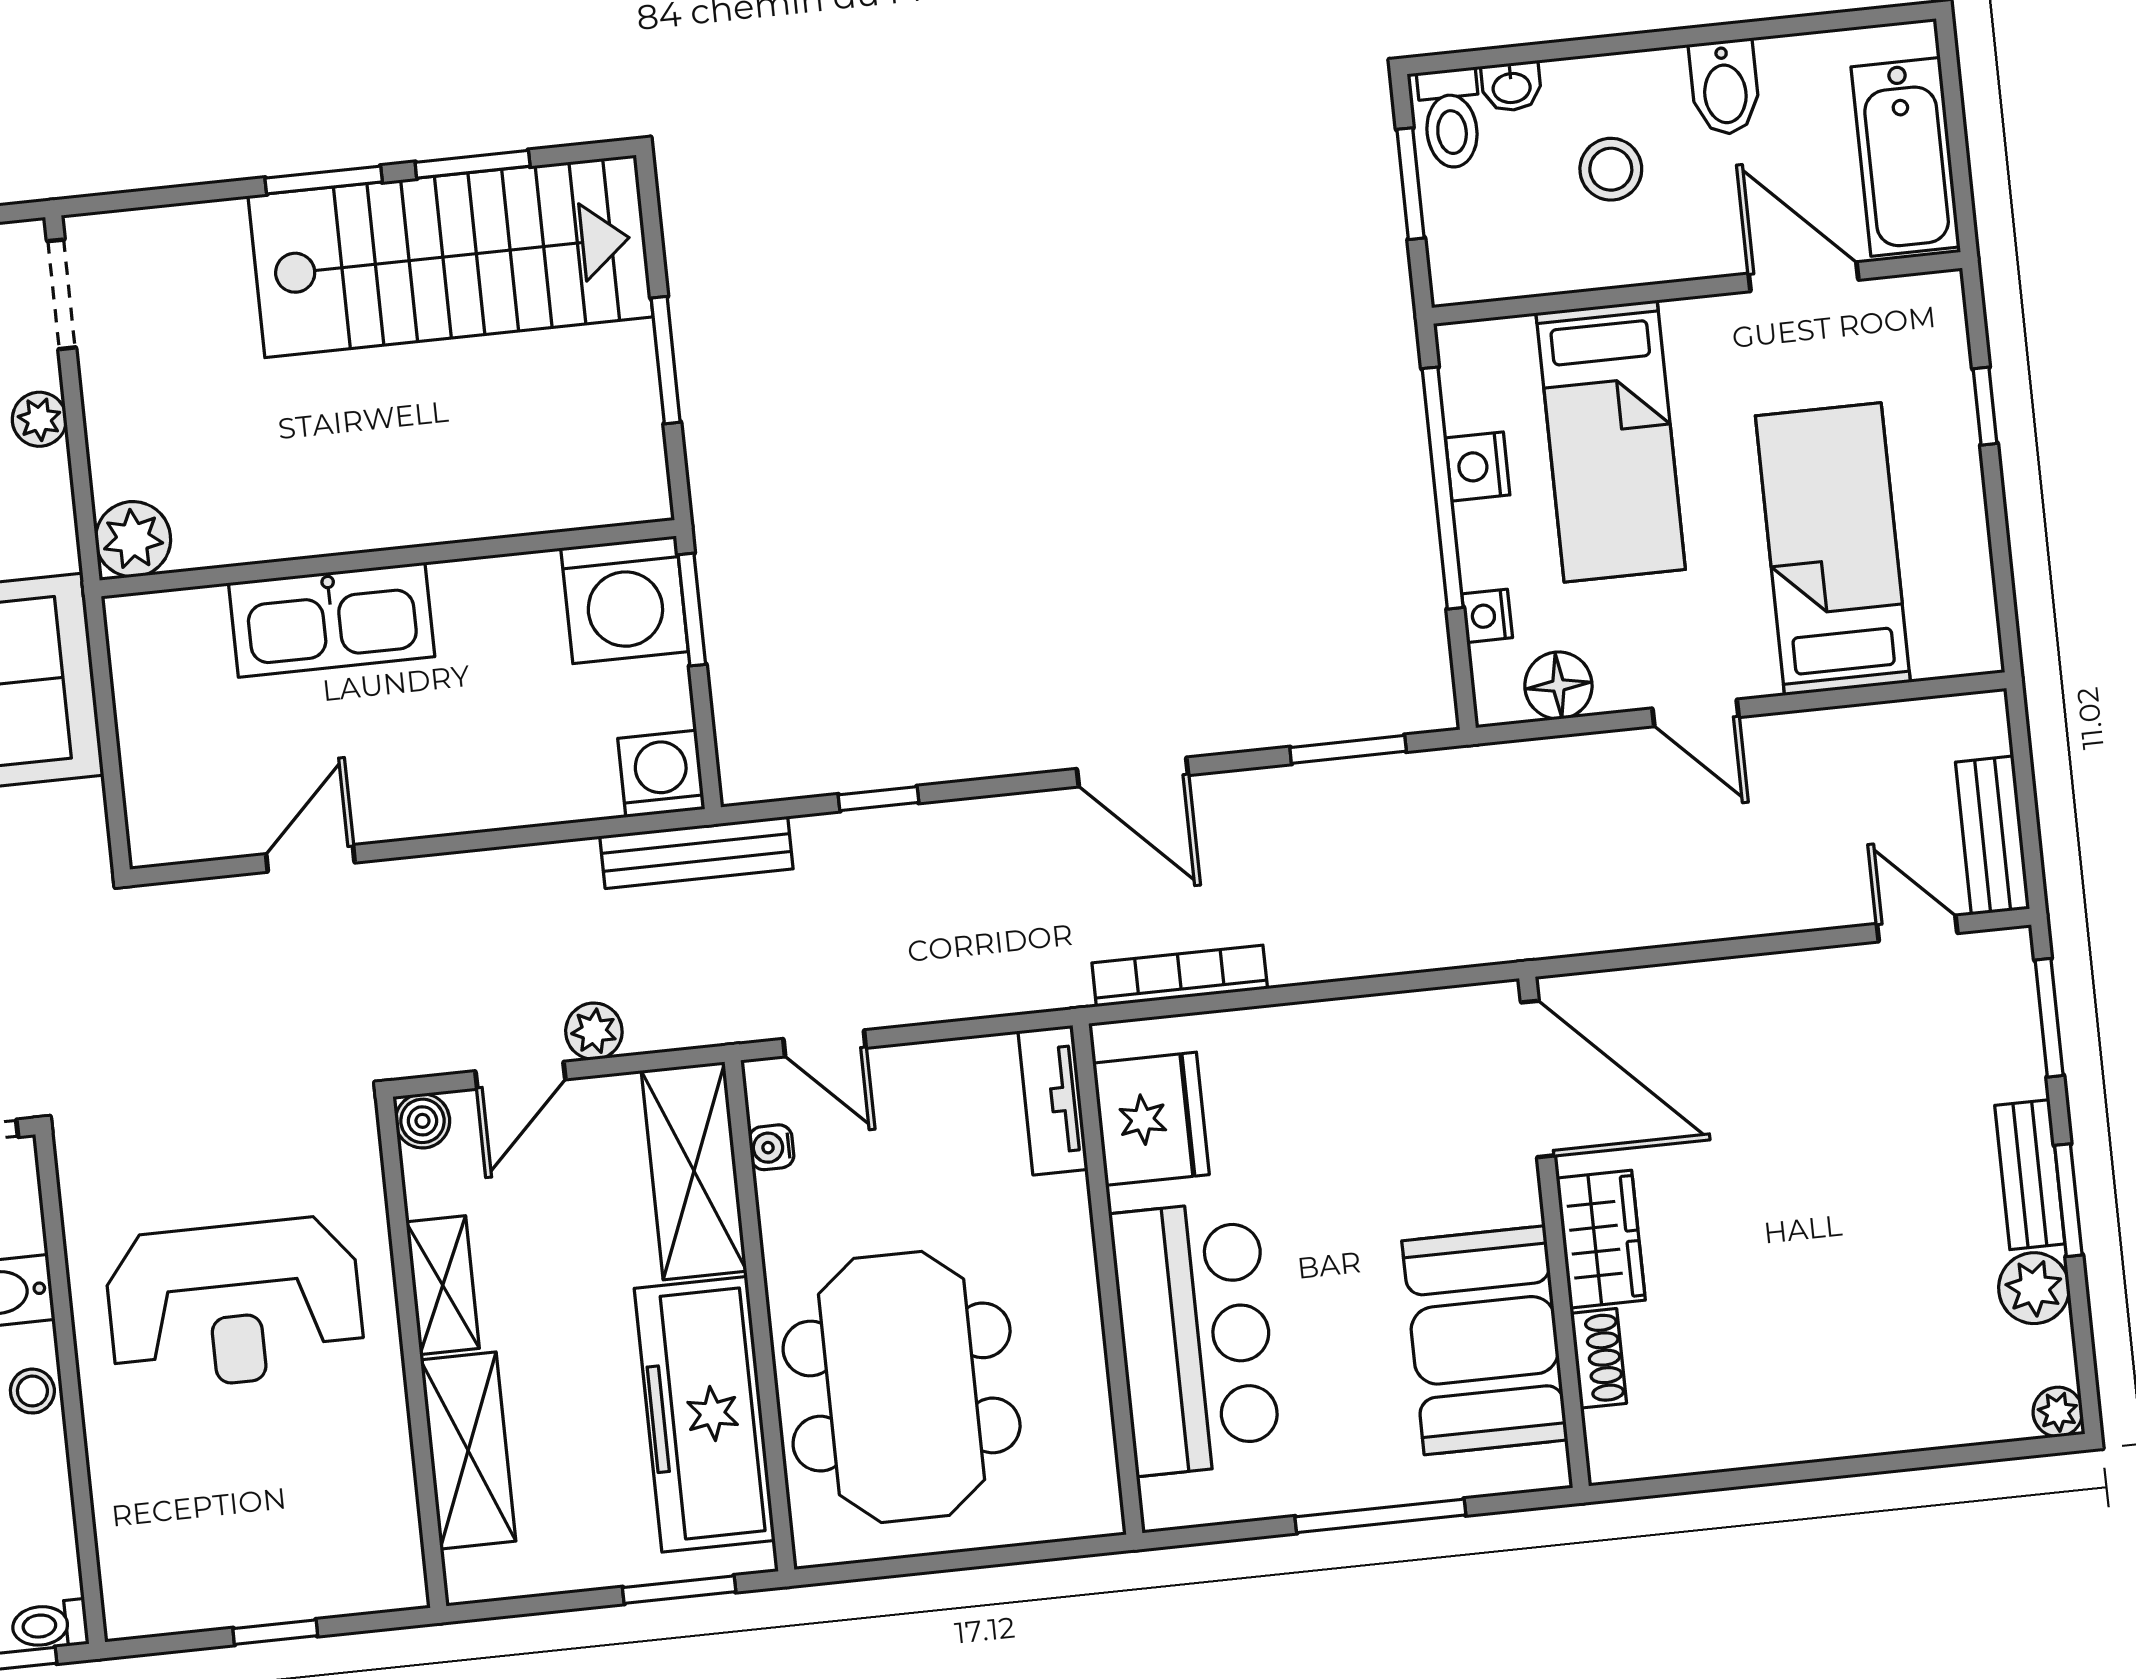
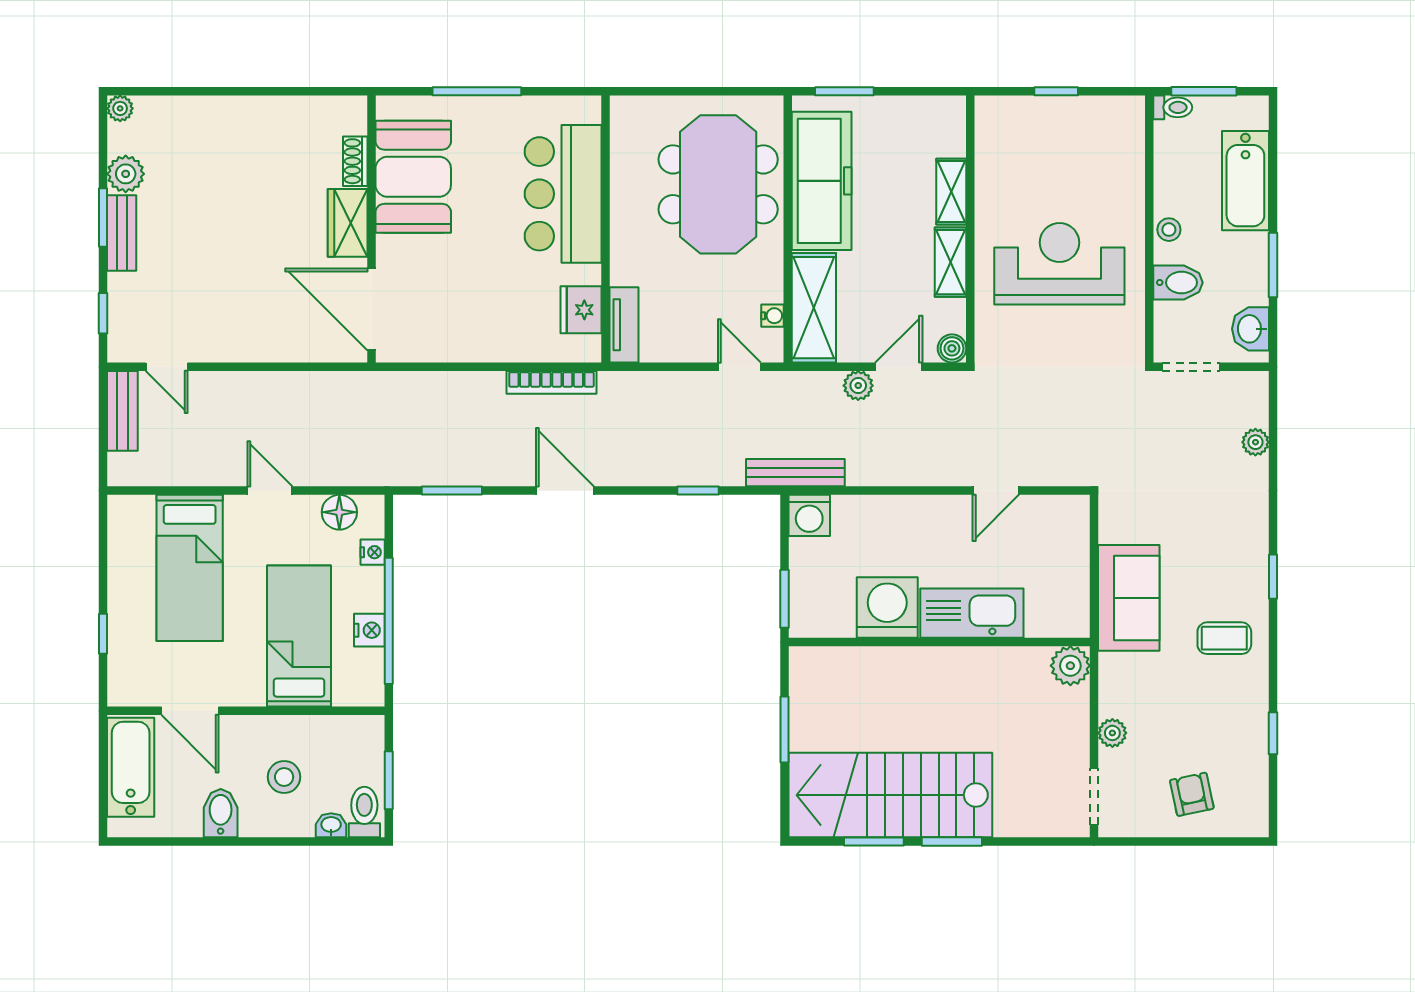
washing machine: (625, 600) -> (887, 608), moved
window: (2049, 1018) -> (103, 313), width x0.67
fridge: (1151, 1119) -> (581, 310), width x0.73, depth x0.75
shelving: (468, 1450) -> (951, 192), width x0.67, depth x0.75

